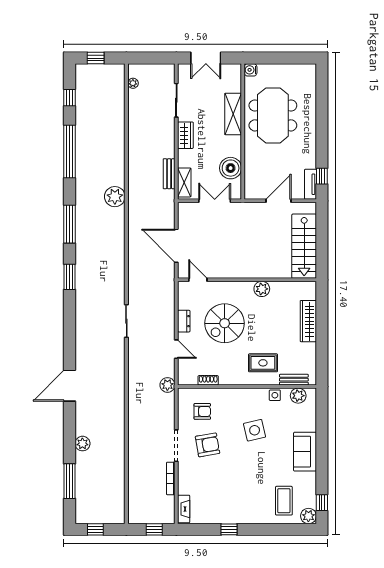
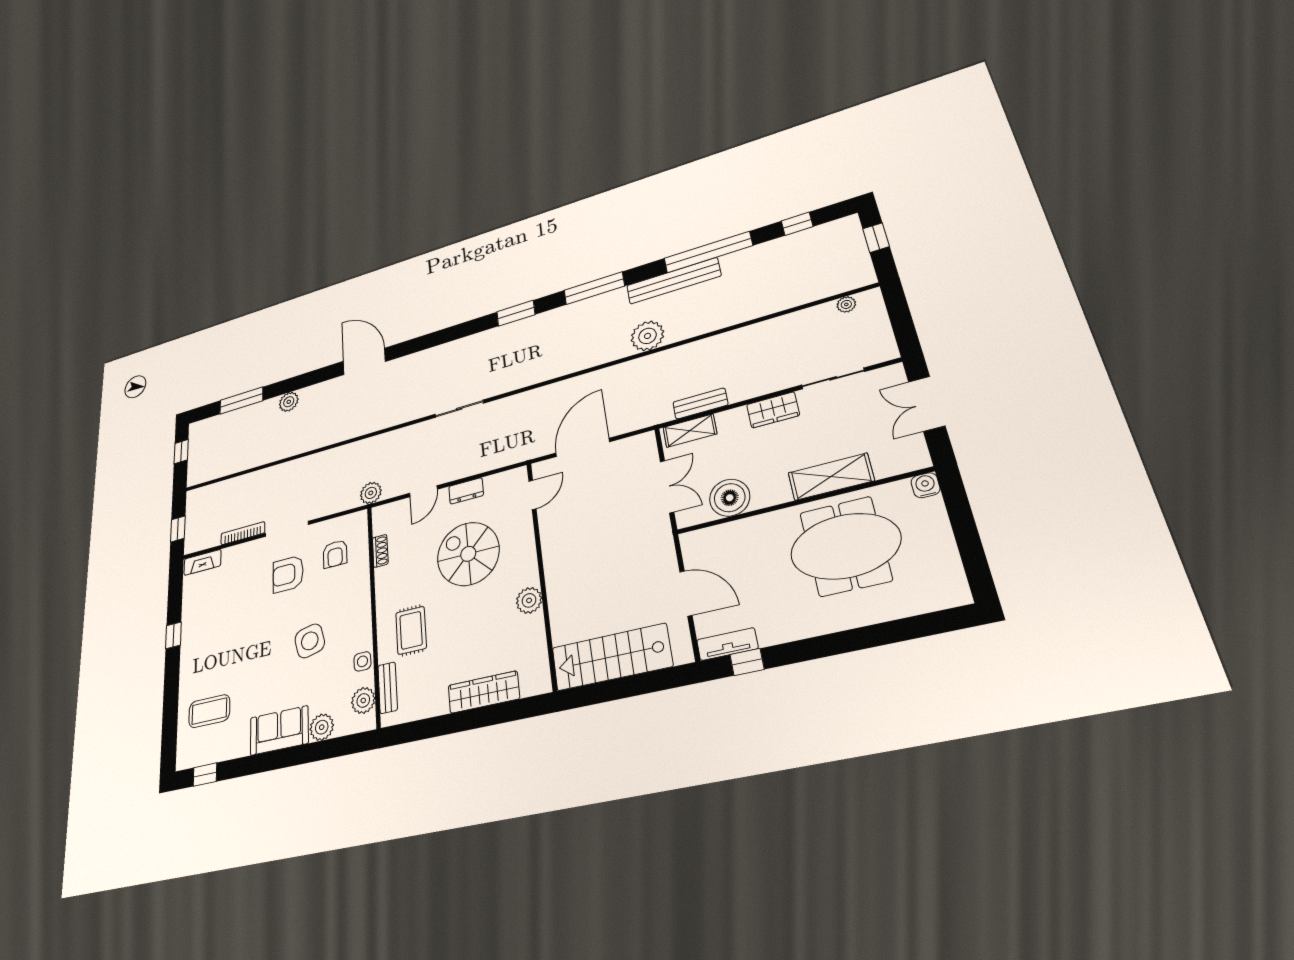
bench: (82, 175) -> (673, 281), added
armchair: (208, 445) -> (288, 574), turned 100
plant: (308, 516) -> (322, 727), moved

